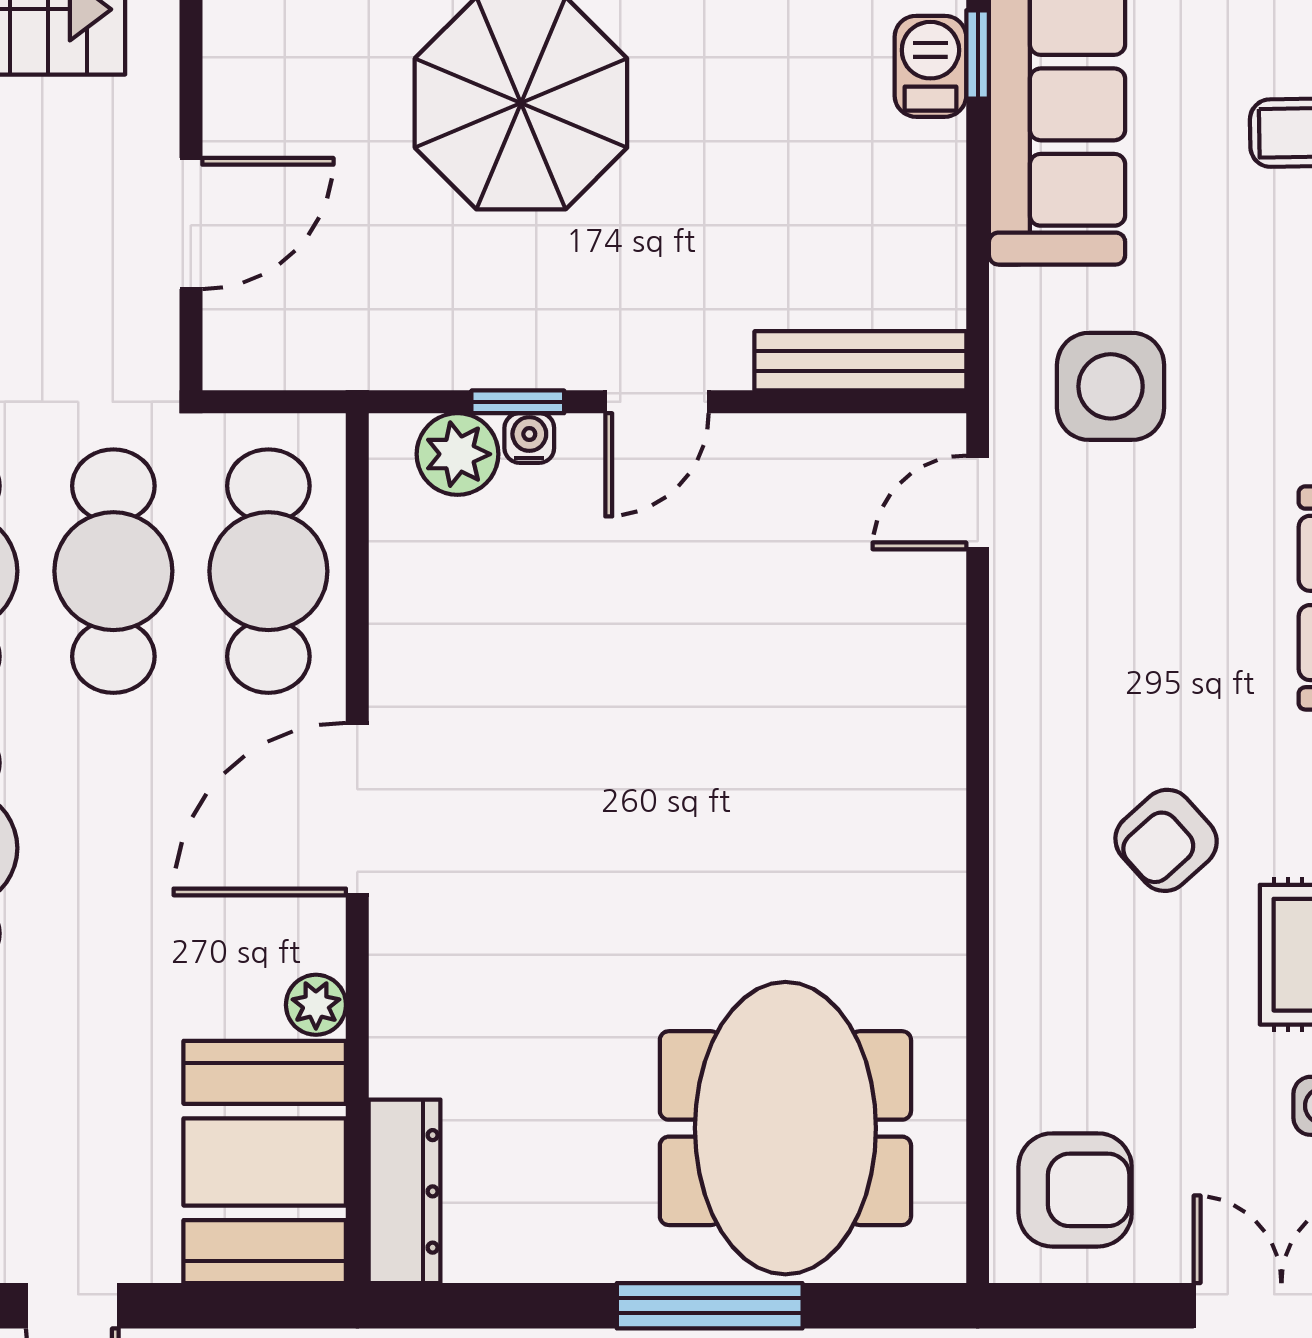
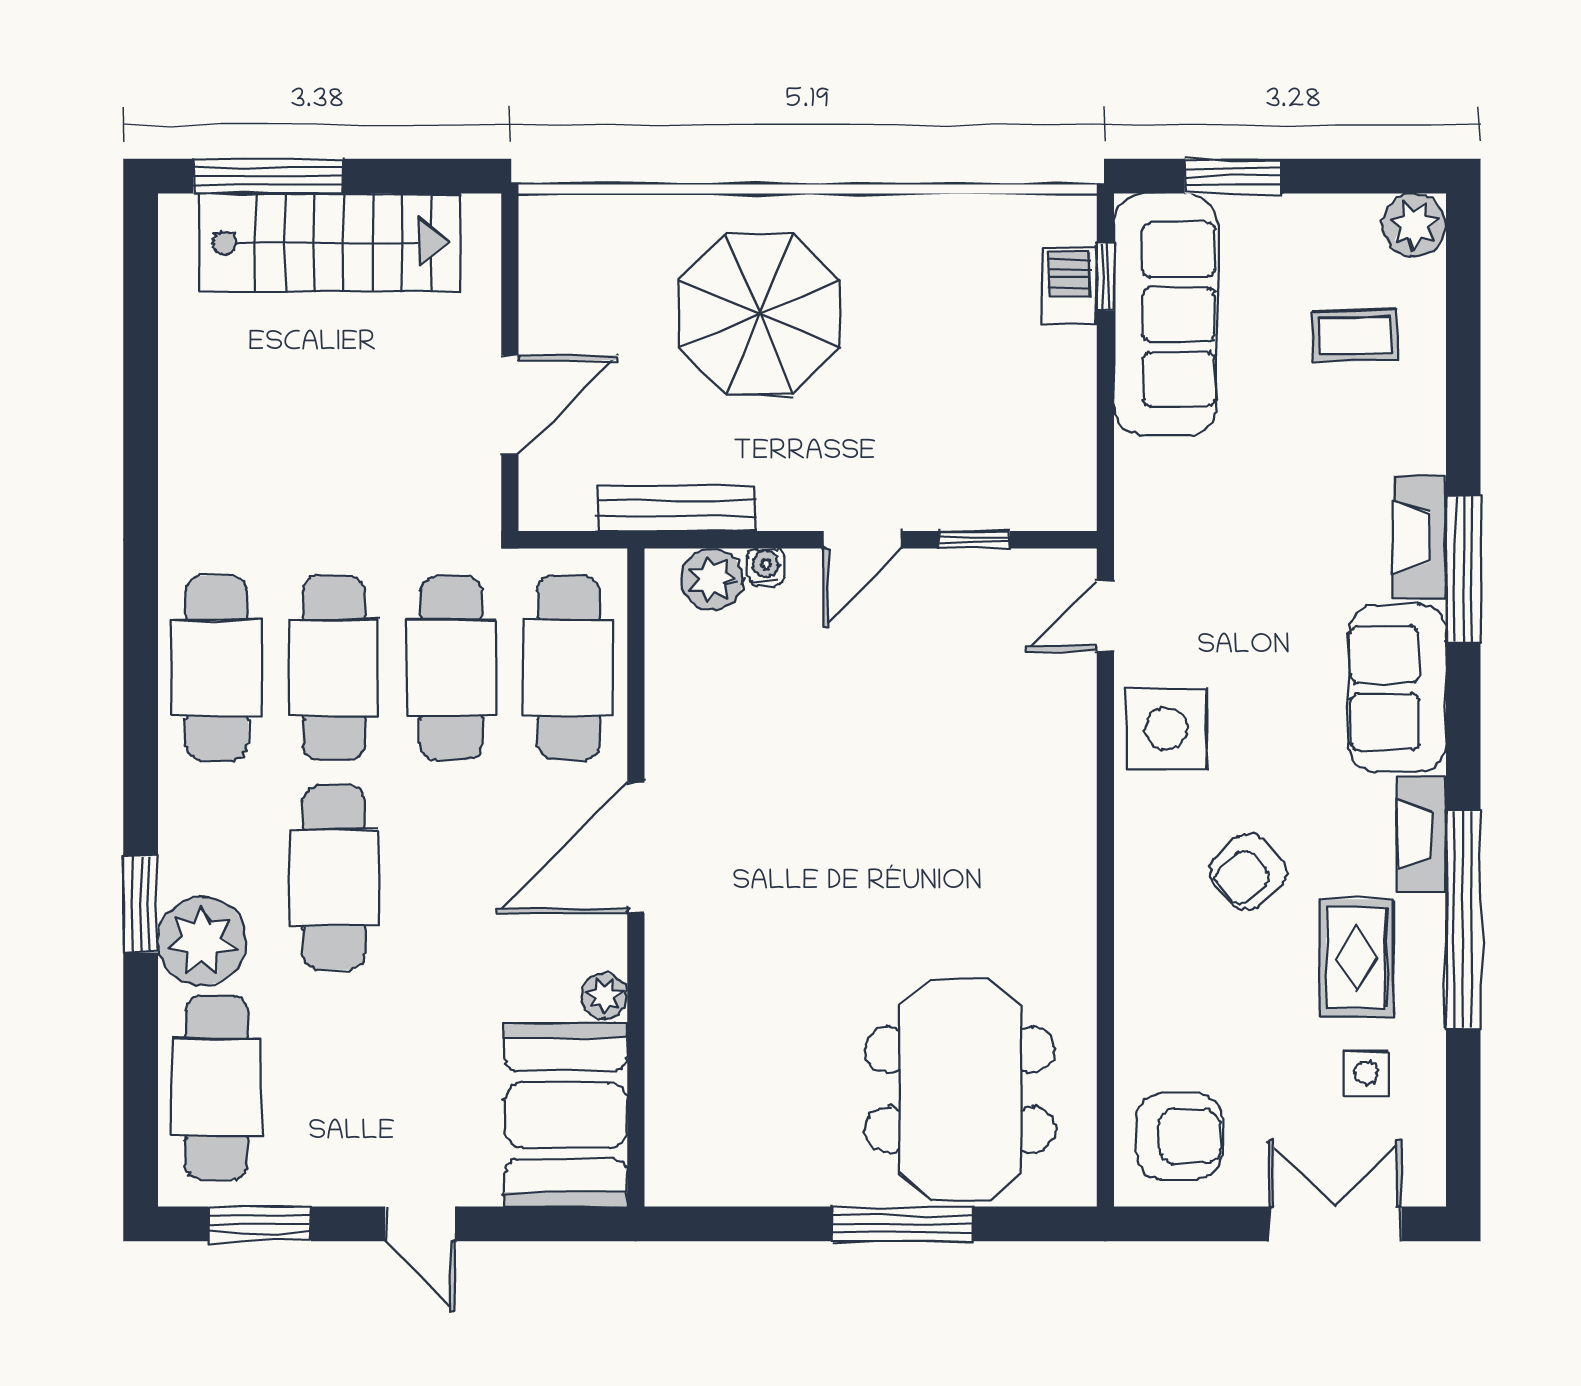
bench: (860, 361) -> (677, 509), moved
side table: (1111, 386) -> (1166, 729), moved
window: (518, 402) -> (974, 540), moved
dresser: (405, 1191) -> (672, 1137), removed

